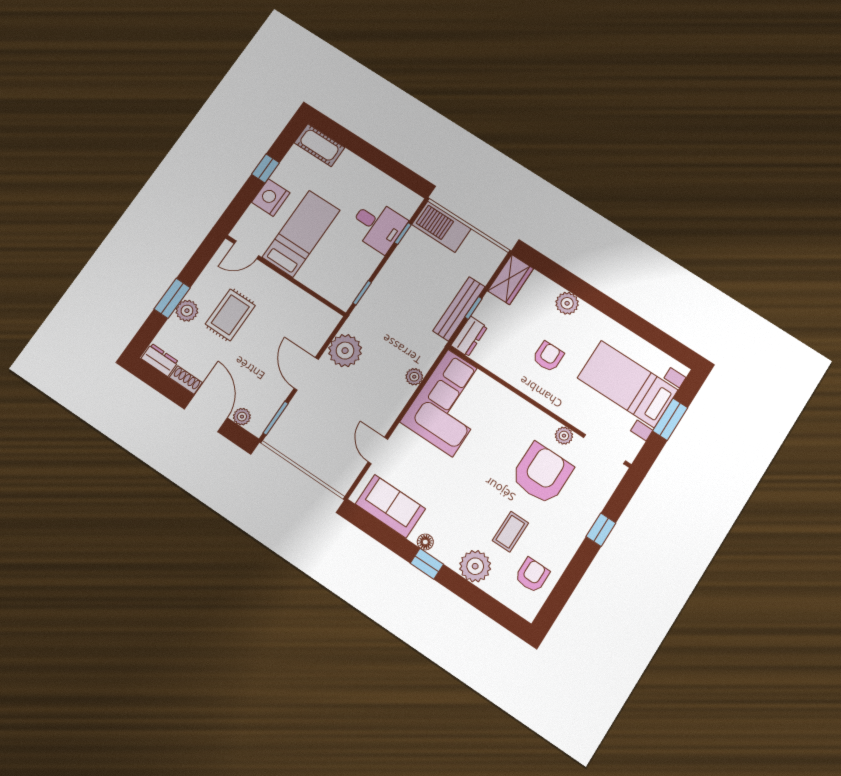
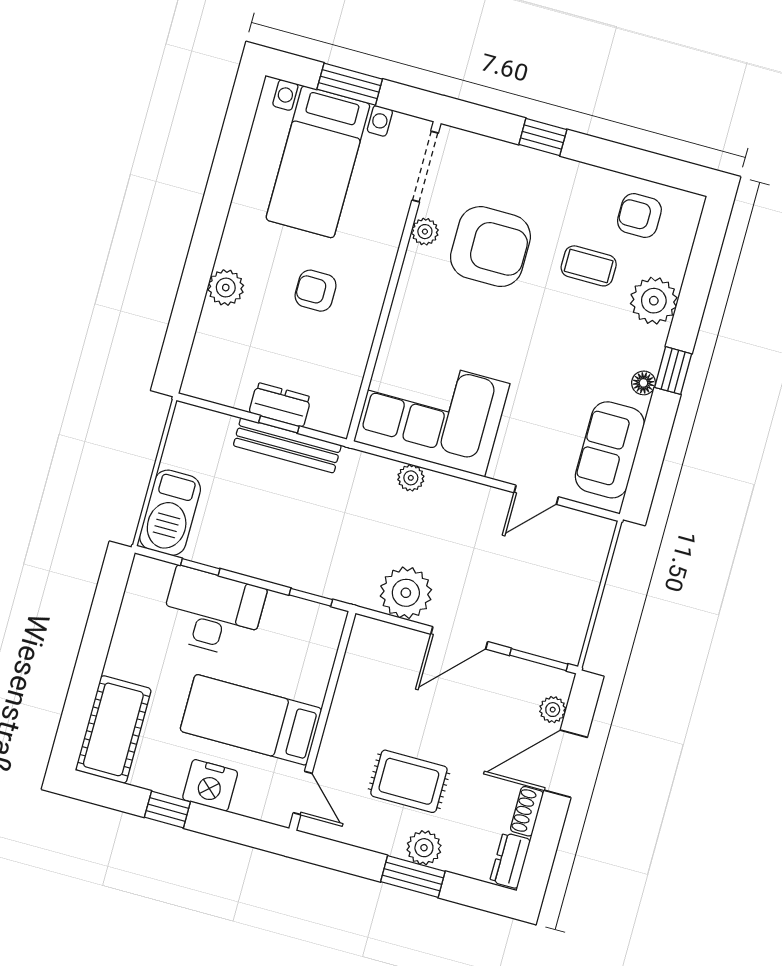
cot: (319, 145) -> (113, 729), width x1.37, depth x1.34
desk: (378, 226) -> (213, 612), width x1.37
wardrobe: (511, 280) -> (217, 383), removed
dresser: (469, 336) -> (280, 405), moved
armchair: (542, 474) -> (490, 247), turned 180

